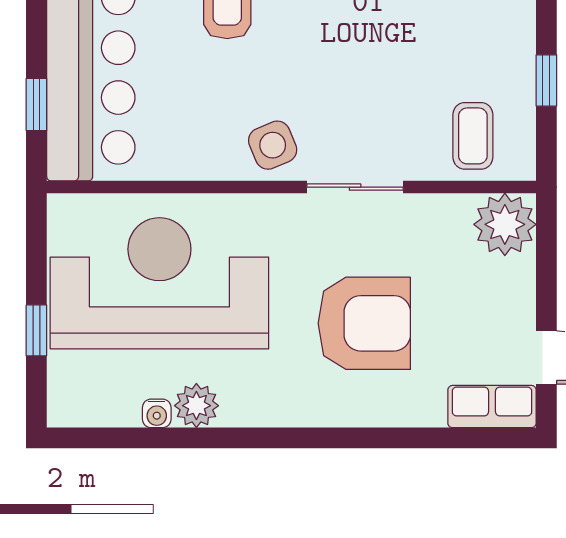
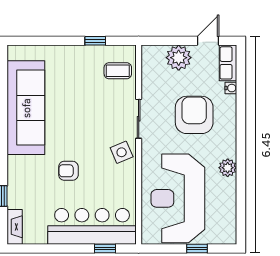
plant: (505, 224) -> (179, 58), moved
plant: (196, 406) -> (228, 168), moved
water cooler: (157, 413) -> (231, 88), moved

